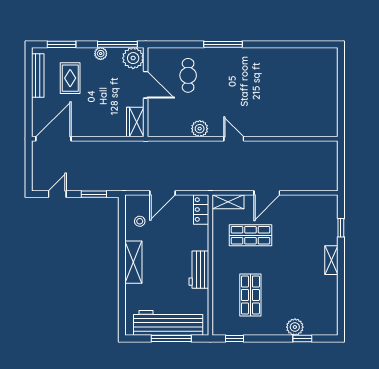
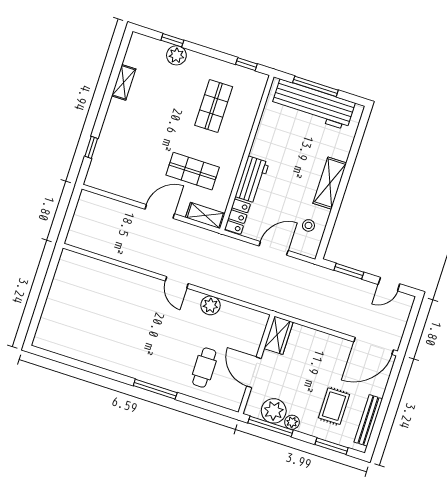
plant: (133, 58) -> (274, 411), moved
shelving: (331, 260) -> (124, 82), moved
workbench: (199, 270) -> (252, 180), moved

